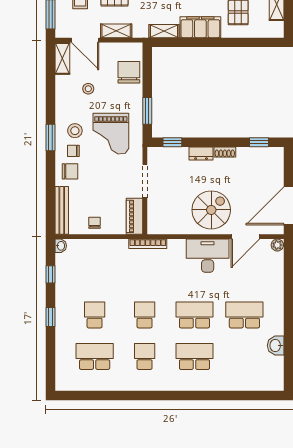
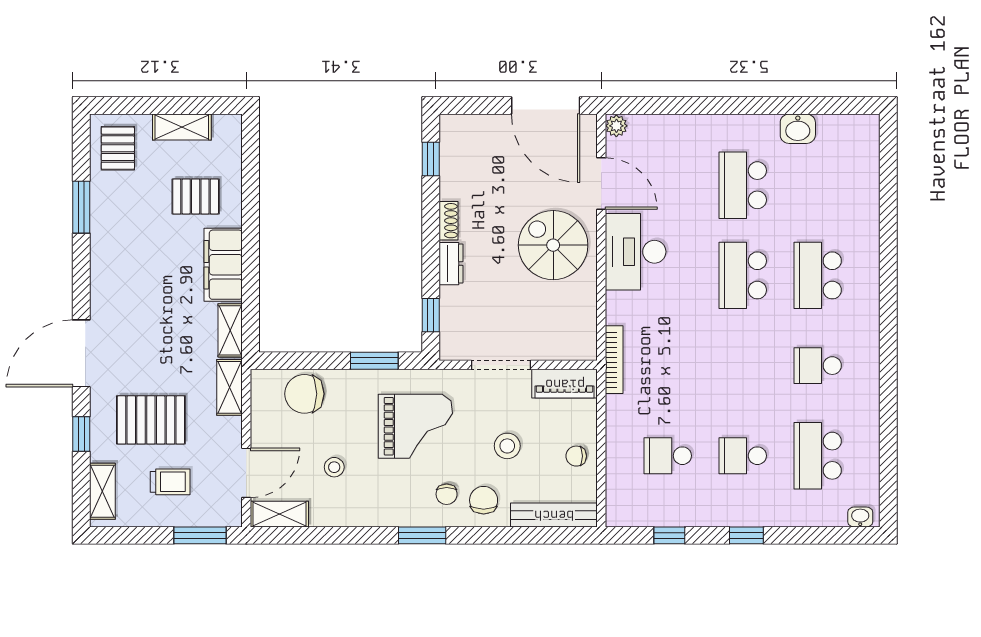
shelving: (116, 31) -> (230, 387), moved
stool: (75, 131) -> (507, 446), moved
washbasin: (61, 246) -> (860, 517), moved
school desk: (145, 315) -> (668, 456), moved

